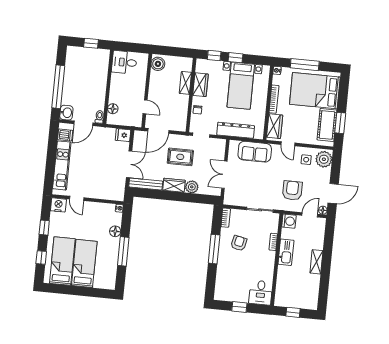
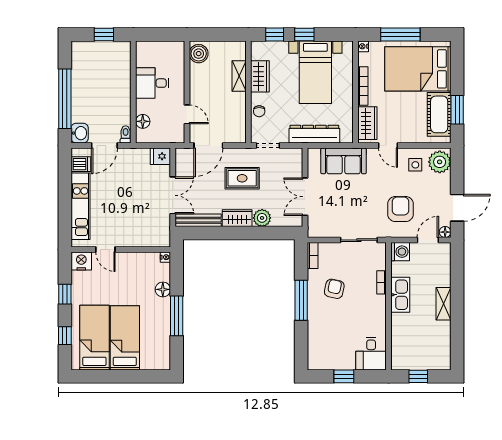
desk: (124, 62) -> (152, 83), moved

